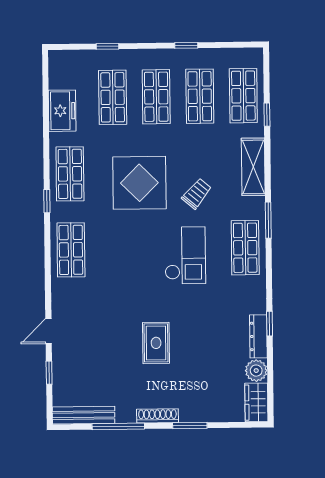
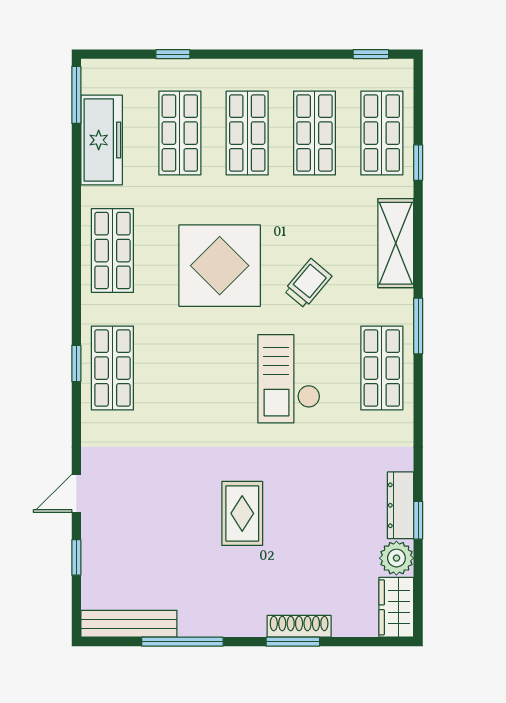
window: (186, 45) -> (371, 54), moved
window: (45, 73) -> (76, 95), added
freezer: (62, 111) -> (102, 140), width x1.40
window: (47, 201) -> (76, 363), moved
checkout: (185, 255) -> (289, 379), turned 180
window: (270, 324) -> (418, 520), moved
shoe rack: (157, 416) -> (299, 626), moved

